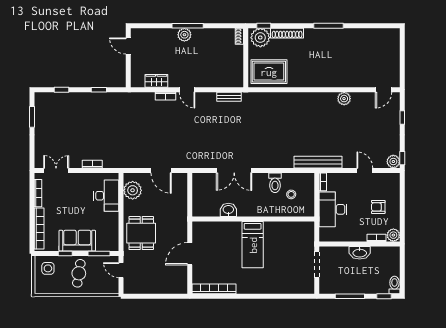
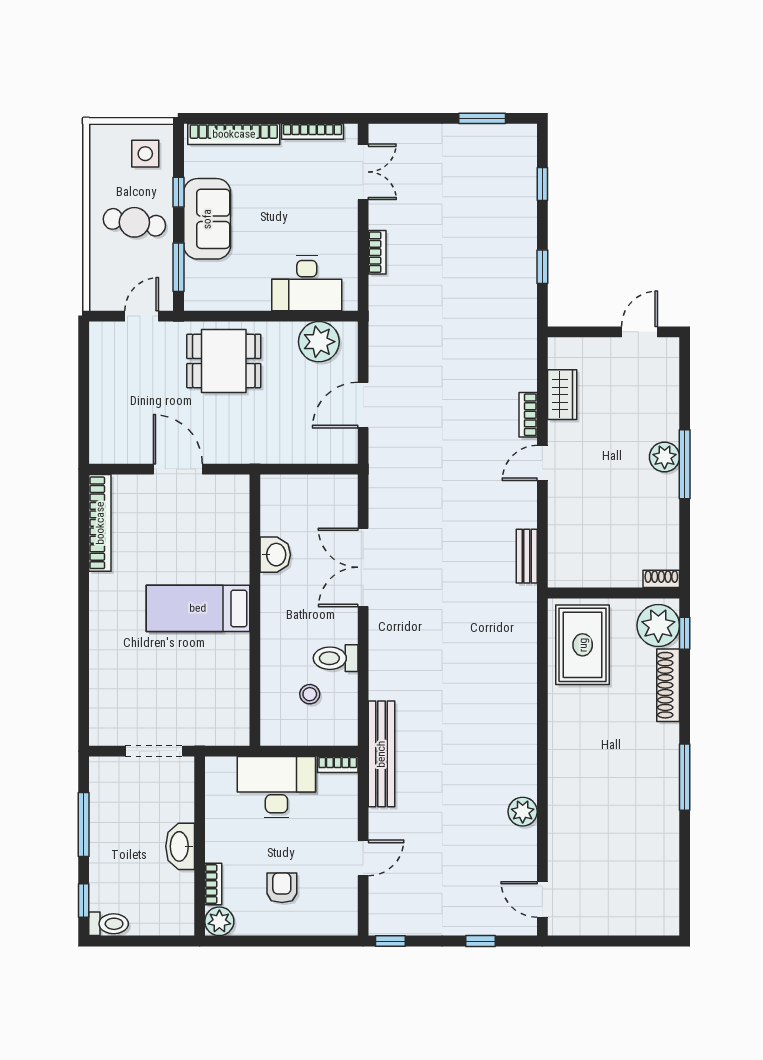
plant: (393, 161) -> (383, 921), removed

